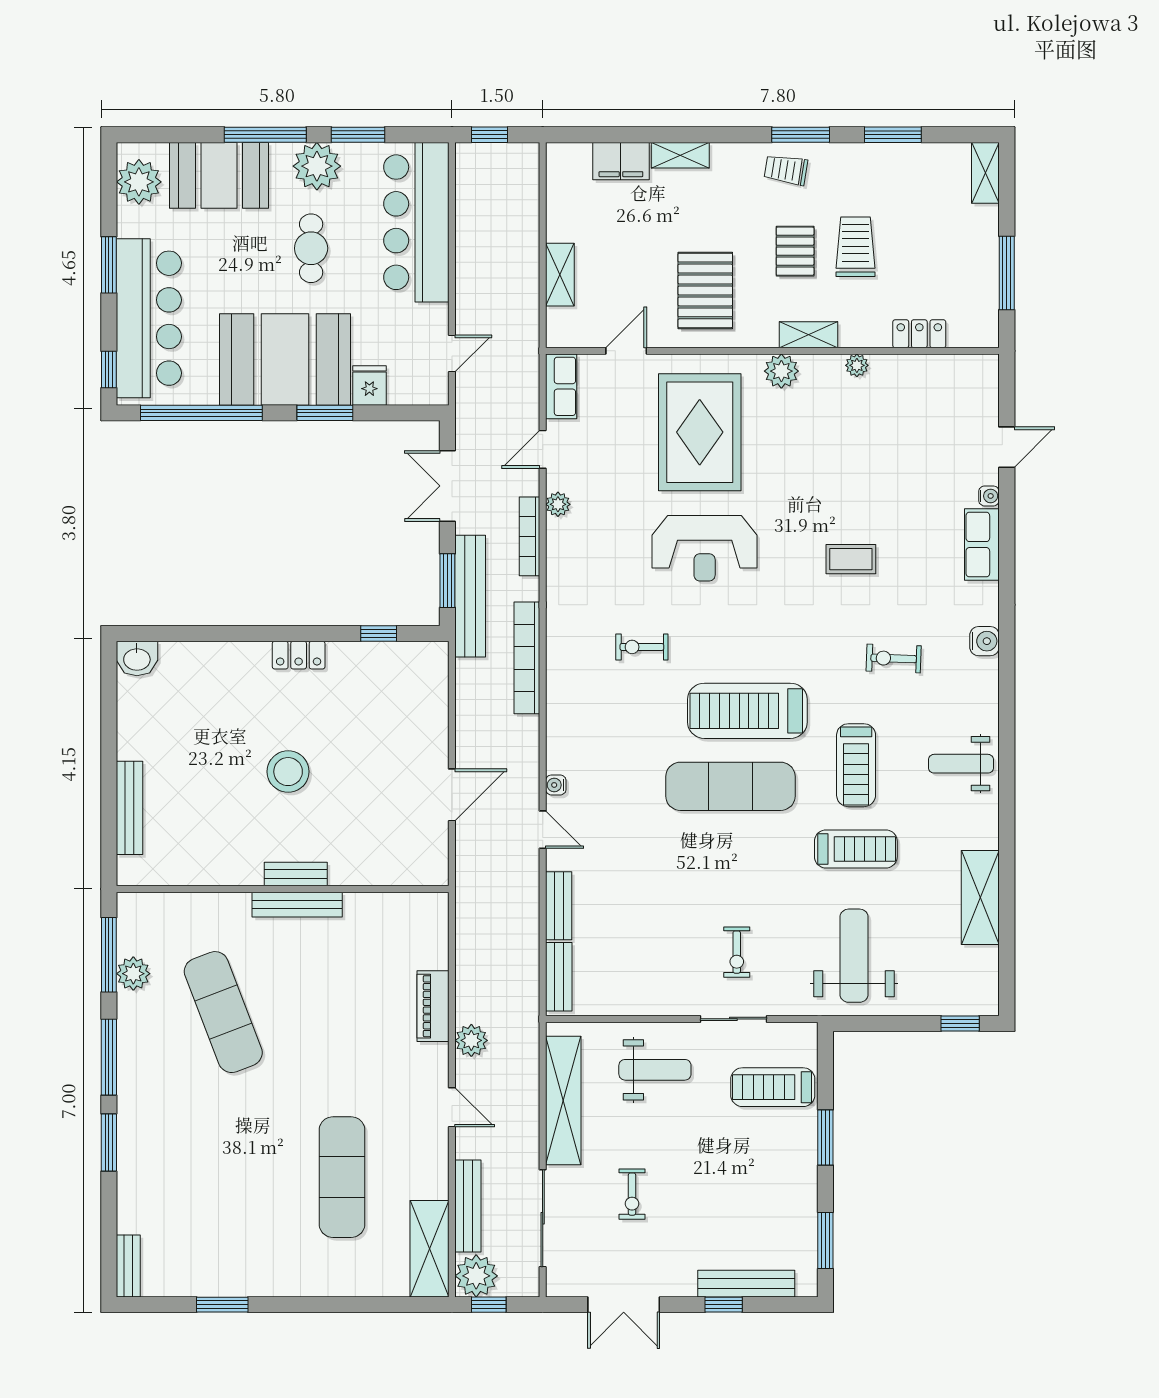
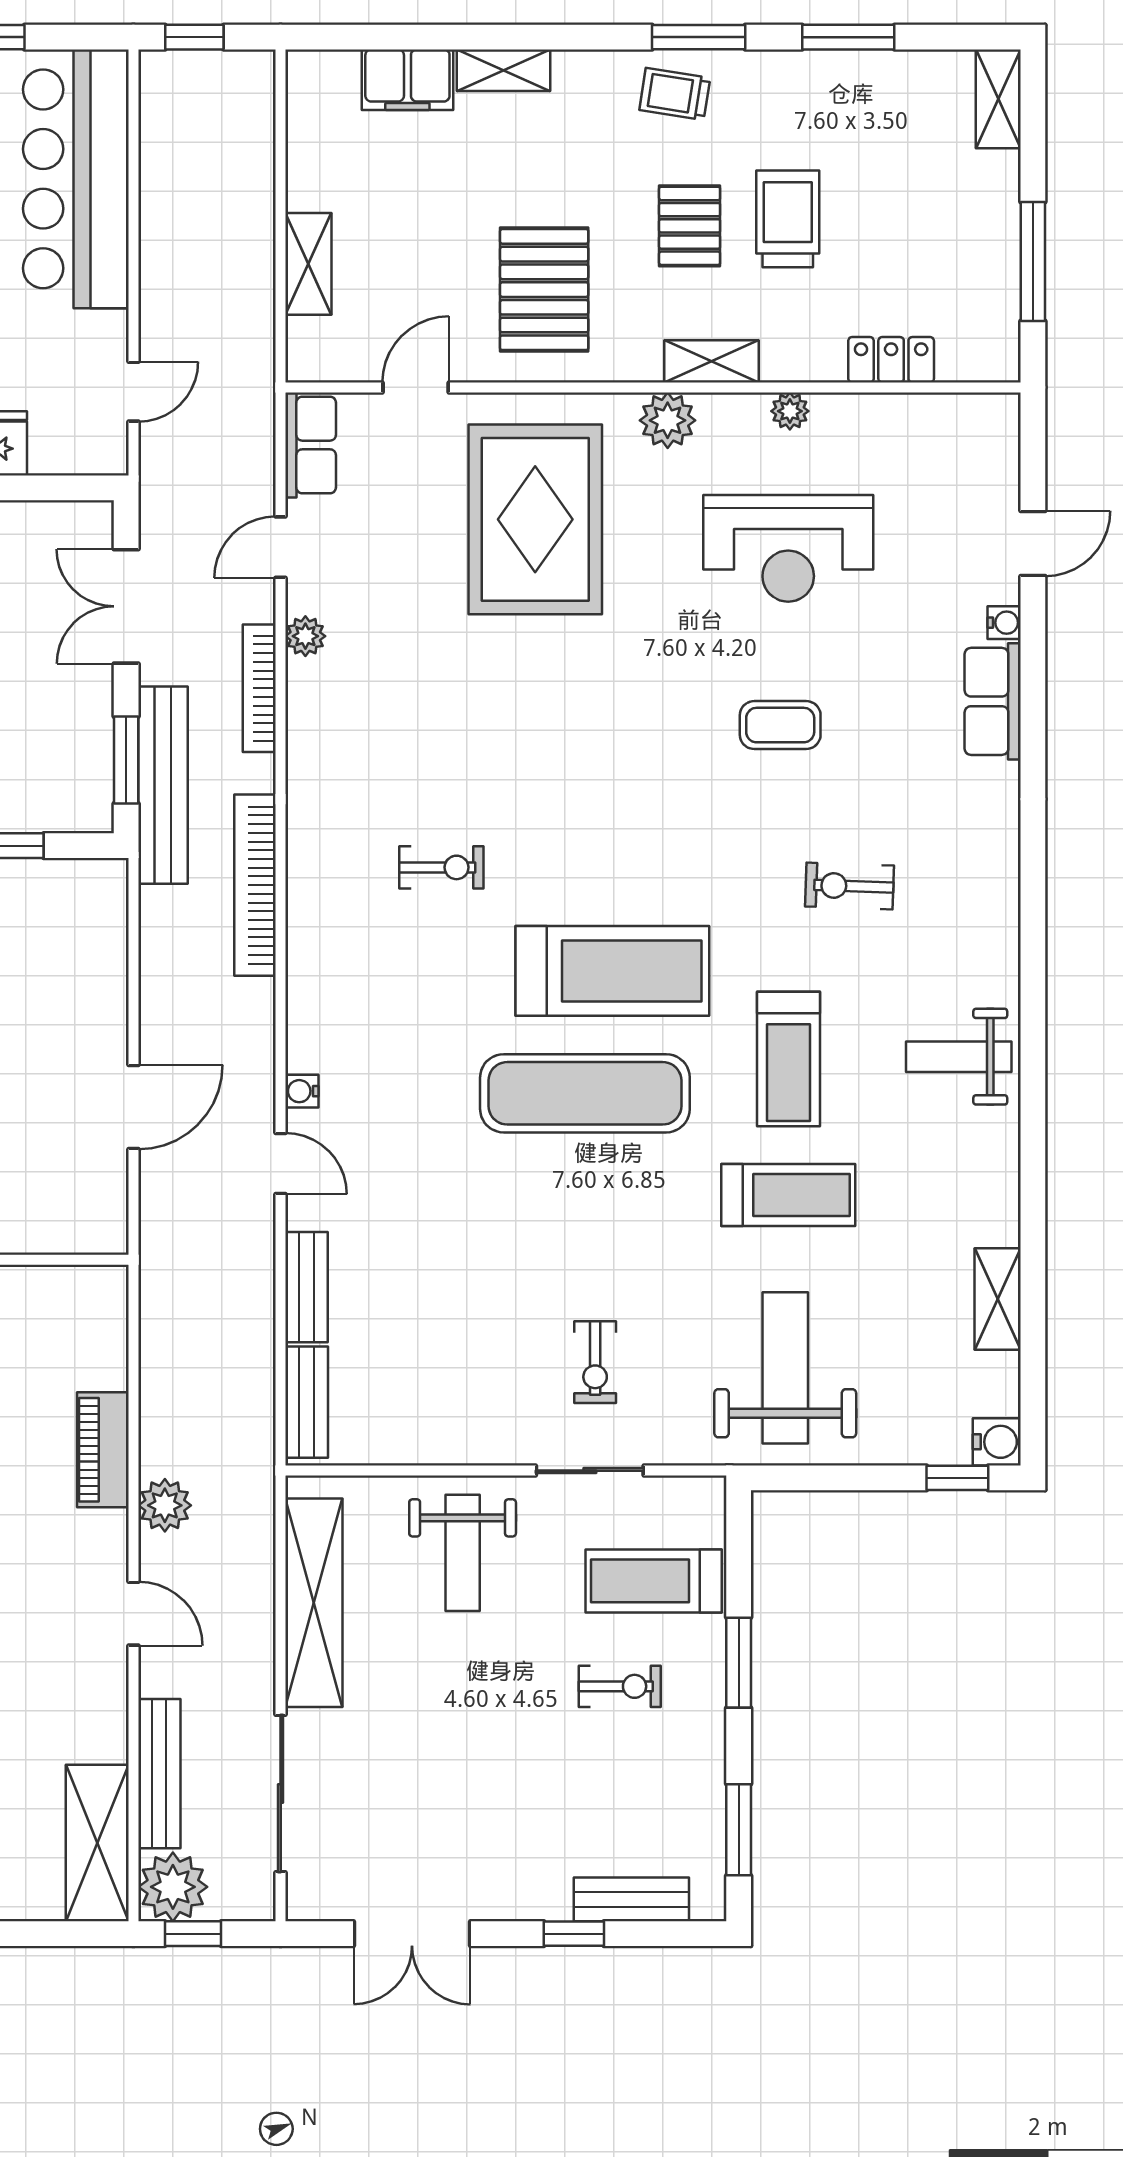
reception desk: (705, 548) -> (788, 548), moved
water cooler: (984, 641) -> (997, 1442), moved
exercise bike: (642, 647) -> (441, 867), turned 180
treadmill: (747, 711) -> (612, 971), turned 180
shelving: (980, 898) -> (998, 1299), width x0.67, depth x0.75
weight bench: (655, 1070) -> (463, 1553), turned 90
exercise bike: (632, 1194) -> (620, 1686), moved, turned -90
bench: (746, 1284) -> (631, 1899), width x0.73

